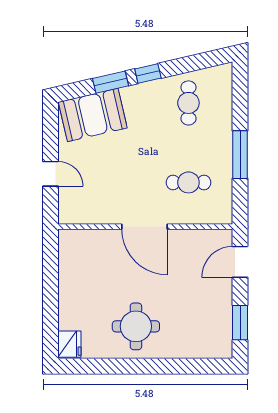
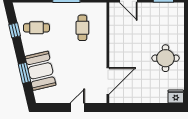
window: (148, 74) -> (15, 30), moved
booth: (93, 115) -> (41, 71), moved
door: (144, 227) -> (108, 81), moved

